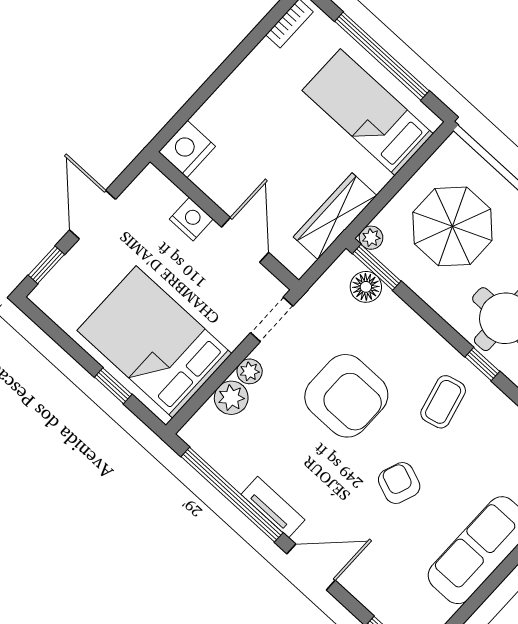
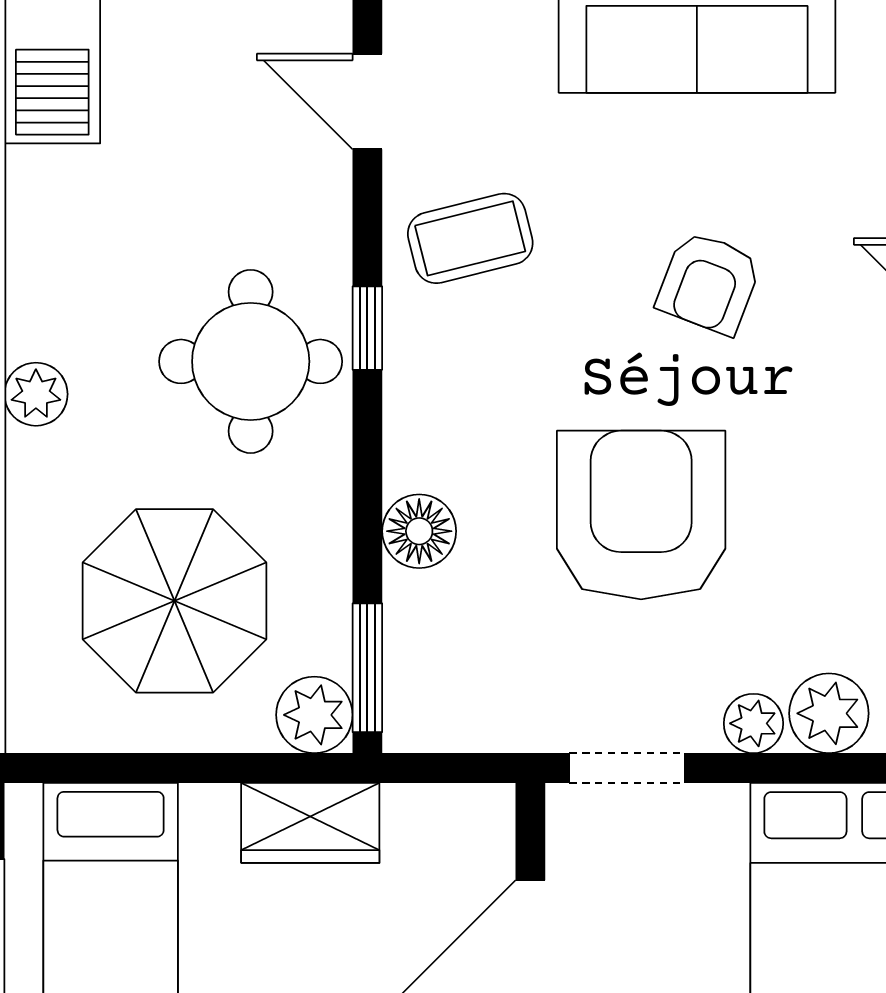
wardrobe: (335, 216) -> (310, 823), width x0.67
plant: (371, 238) -> (314, 715), width x1.38, depth x1.38
floor lamp: (366, 287) -> (419, 531), moved
coffee table: (443, 402) -> (470, 238), moved

